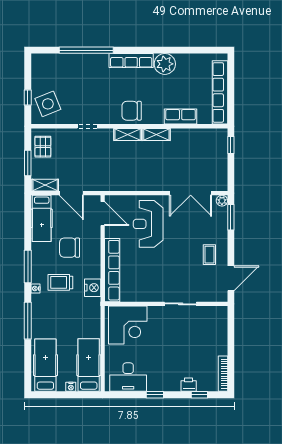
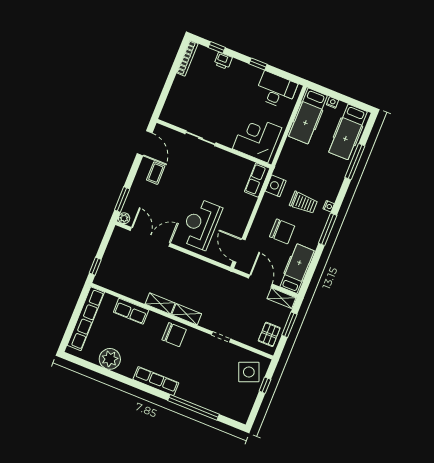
plant: (165, 64) -> (110, 359), moved
reception desk: (148, 224) -> (201, 224), turned 180
row of seats: (112, 270) -> (257, 180), width x0.50
door: (231, 278) -> (145, 143), swing flipped
window: (28, 321) -> (355, 162), moved

